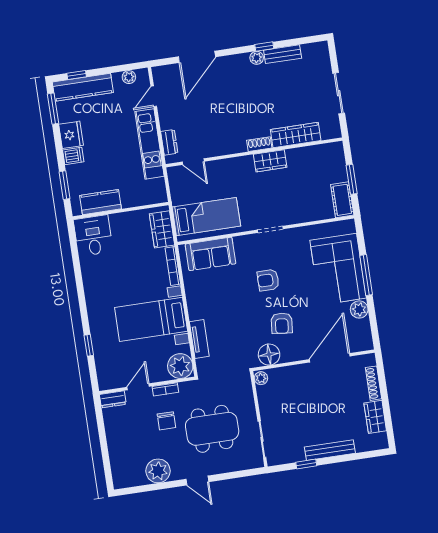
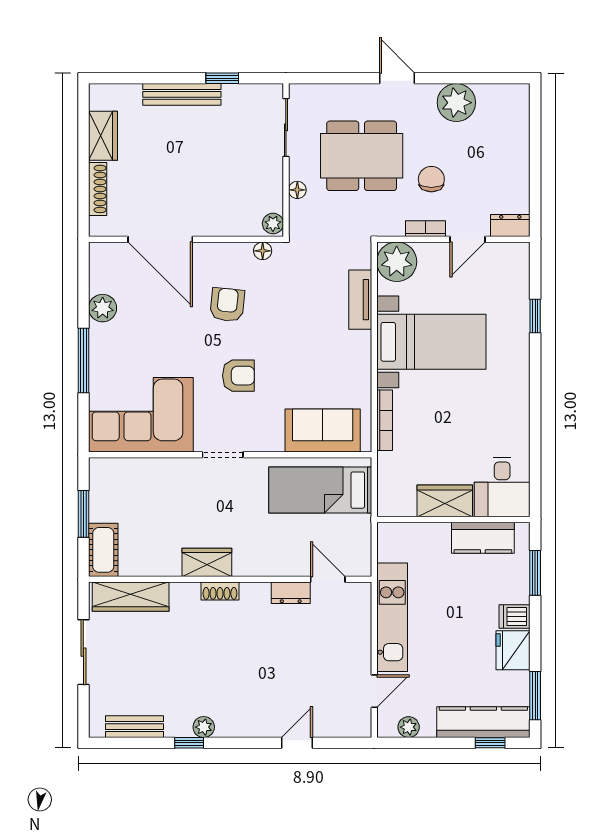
bench: (283, 54) -> (135, 727), moved
door: (197, 57) -> (297, 743), width x0.53
wardrobe: (296, 135) -> (131, 597), moved
dresser: (169, 142) -> (291, 593), moved, turned -90
cot: (342, 200) -> (103, 550), moved
wardrobe: (162, 229) -> (445, 501), moved, turned -90
corner sofa: (338, 269) -> (141, 415), moved, turned -90
floor lamp: (269, 355) -> (263, 251), width x0.53, depth x0.53
door: (330, 358) -> (160, 239), hinge flipped
floor lamp: (249, 401) -> (297, 190), added

